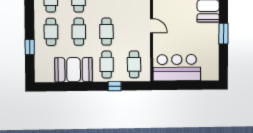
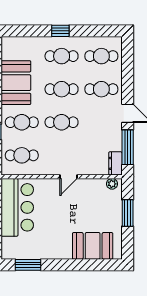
window: (223, 34) -> (28, 265), moved
window: (30, 47) -> (60, 31), moved

